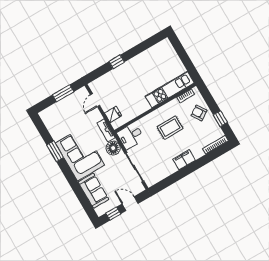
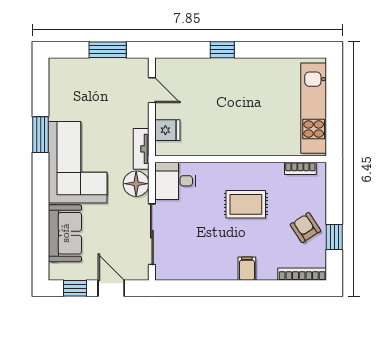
kitchen unit: (170, 90) -> (314, 108), moved, turned -90
door: (95, 100) -> (152, 90), swing flipped
armchair: (199, 113) -> (305, 228), moved
filing cabinet: (184, 160) -> (247, 269), width x0.50

